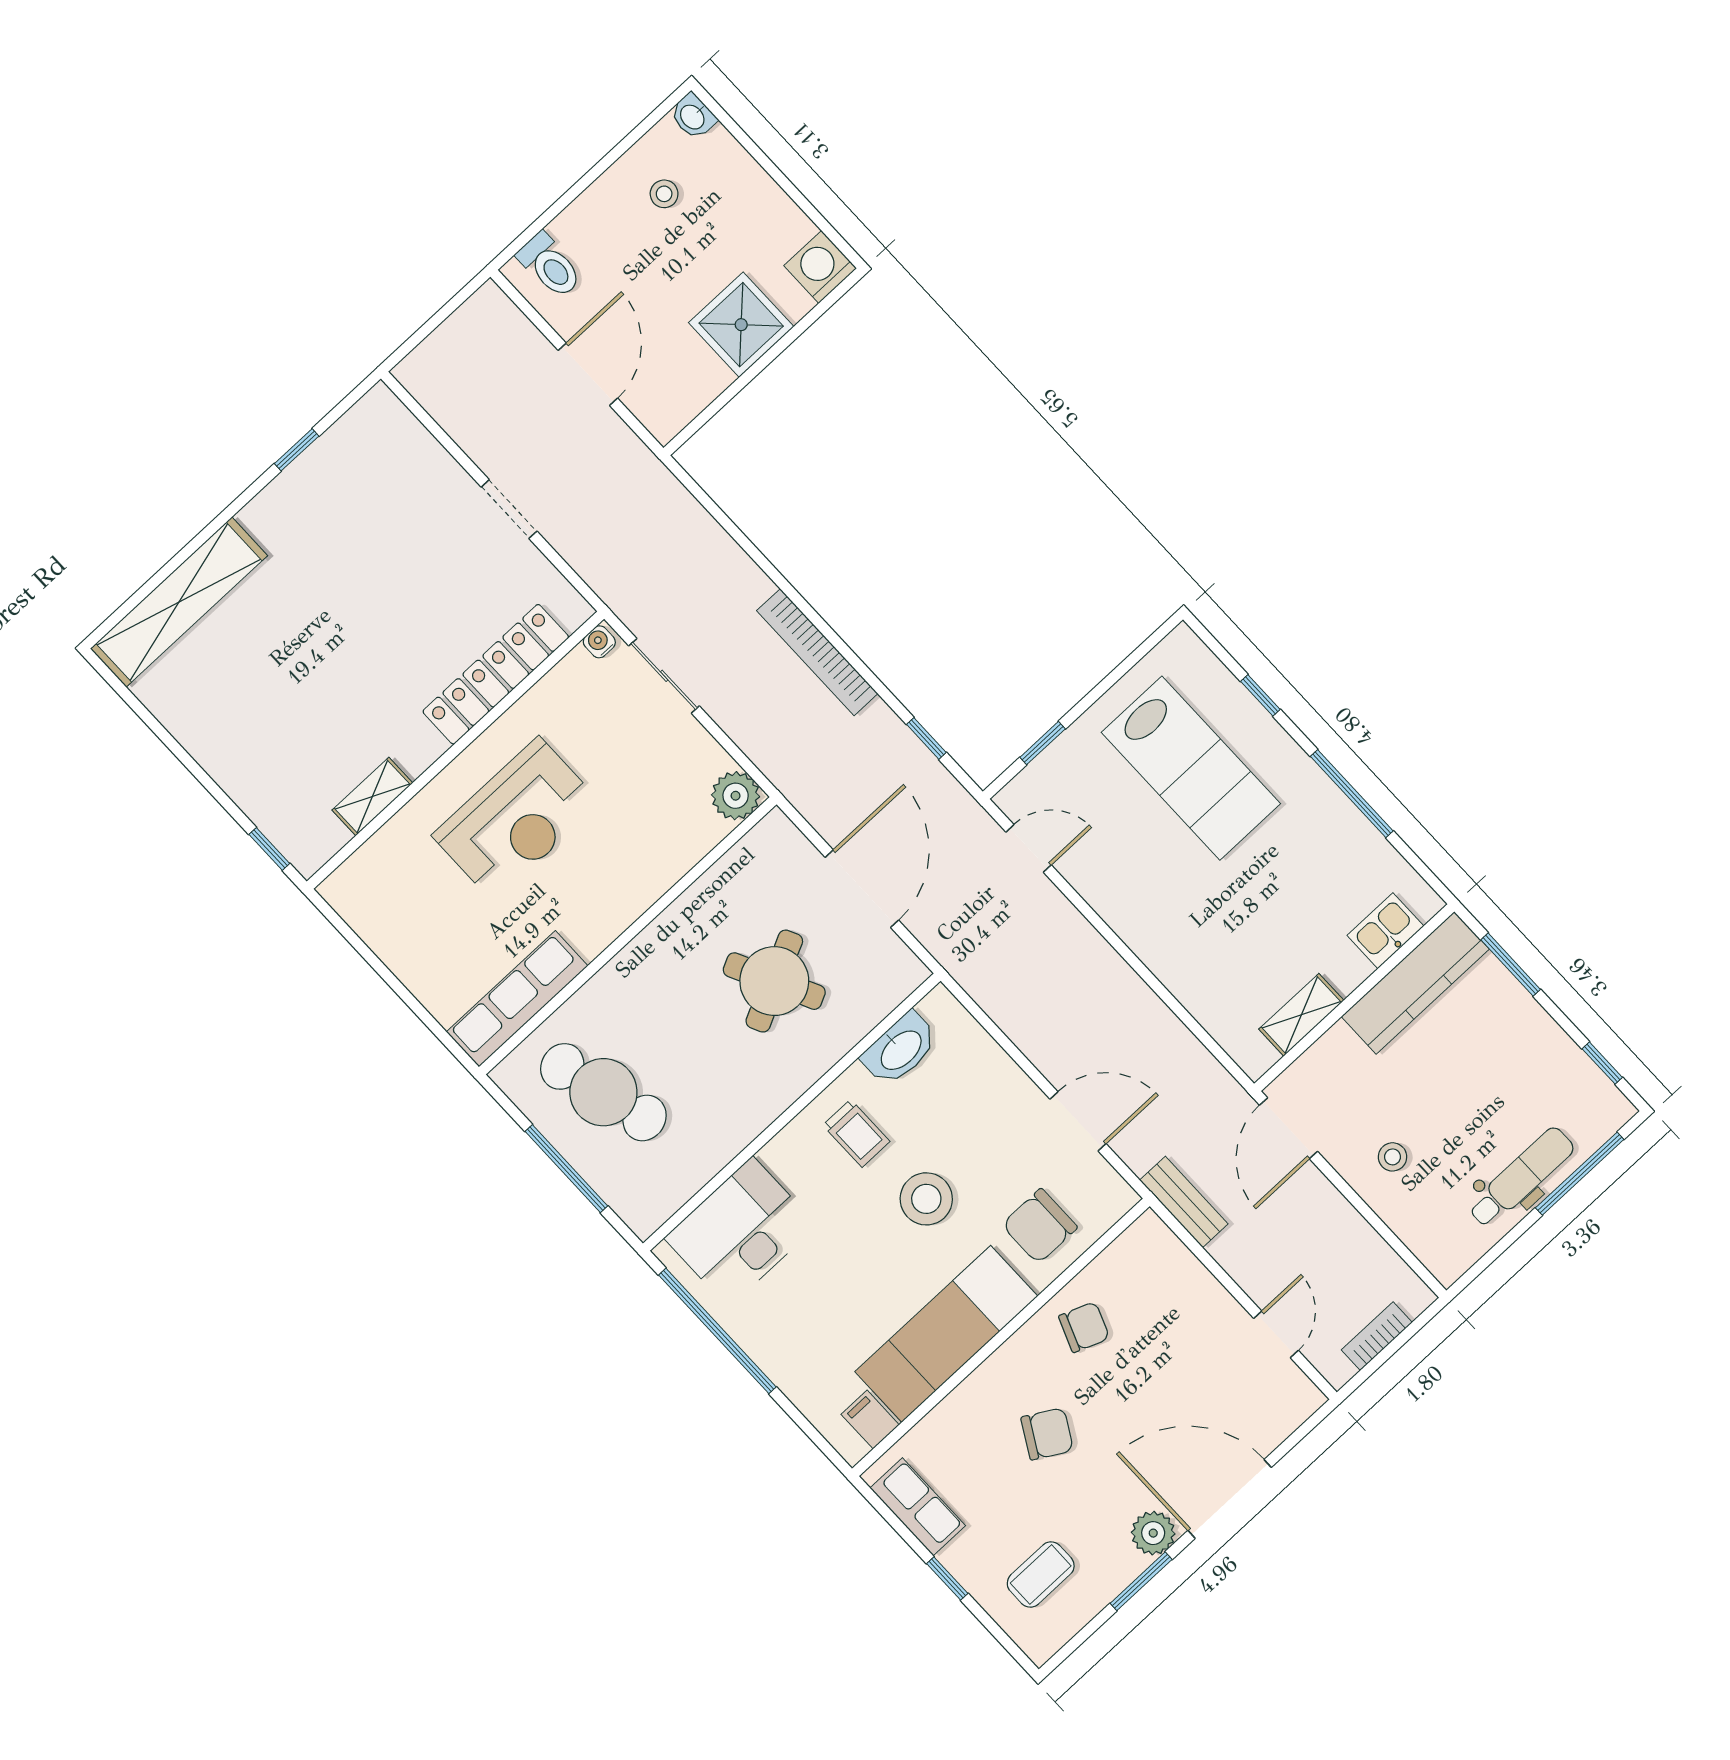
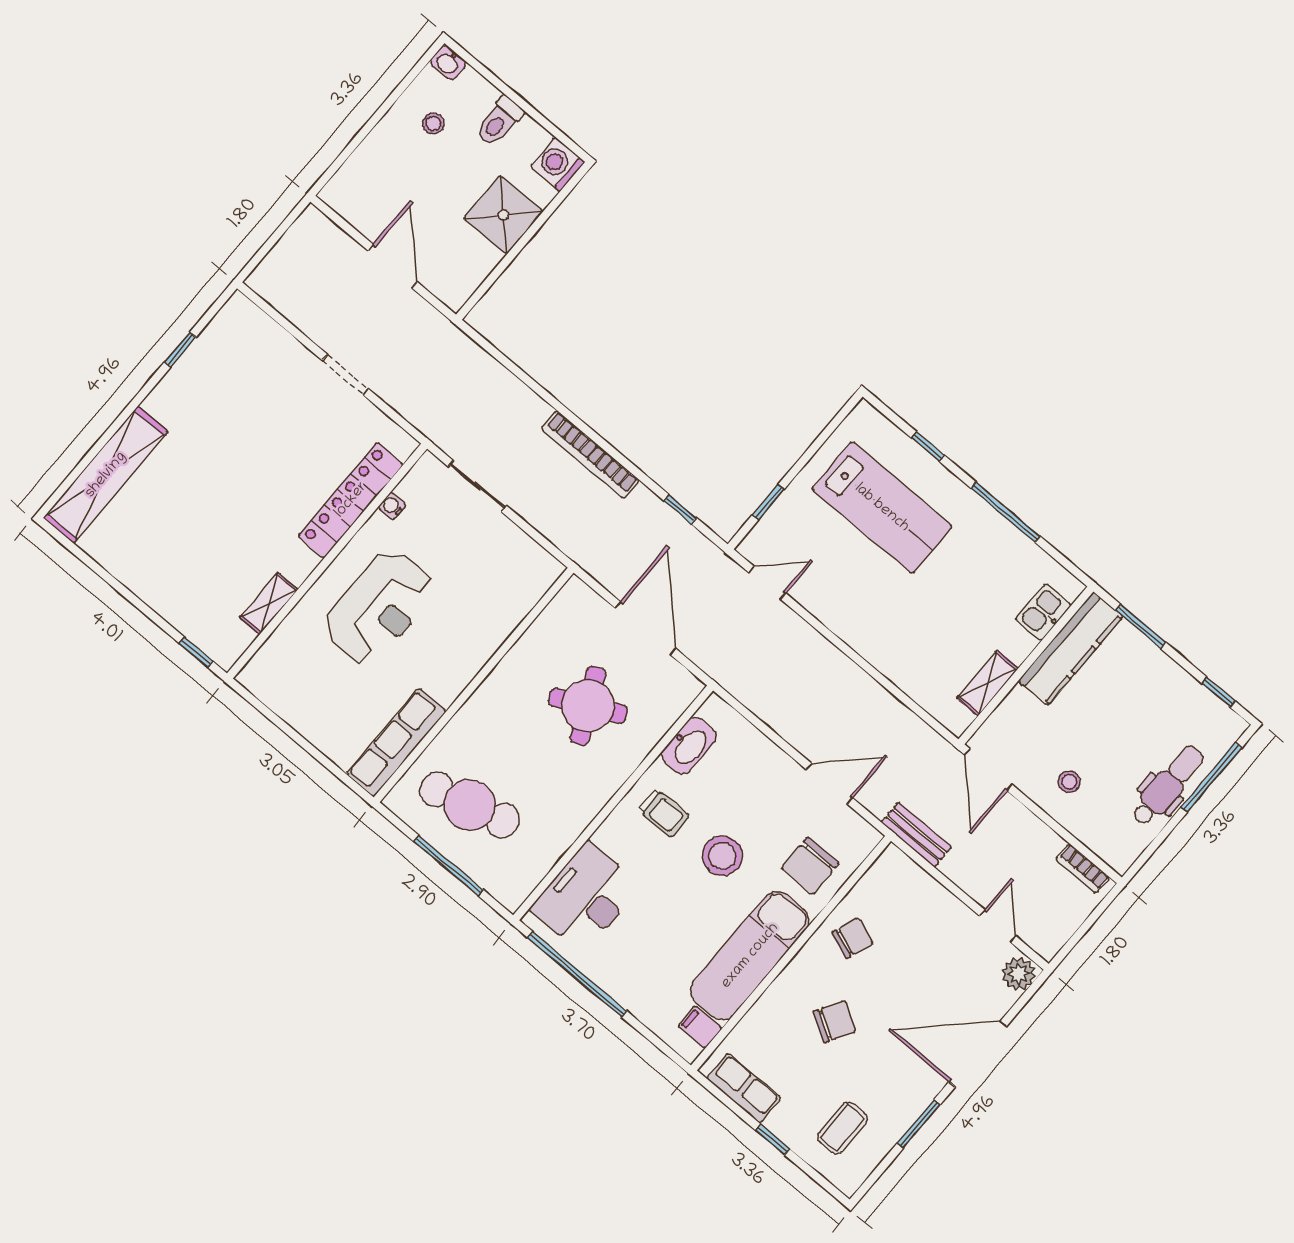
toilet: (550, 265) -> (499, 121), moved, turned 90
water cooler: (599, 642) -> (392, 506), moved
plant: (736, 796) -> (542, 570), removed
bookcase: (1377, 1336) -> (1083, 868), moved, turned -90
plant: (1153, 1533) -> (1019, 974), moved

